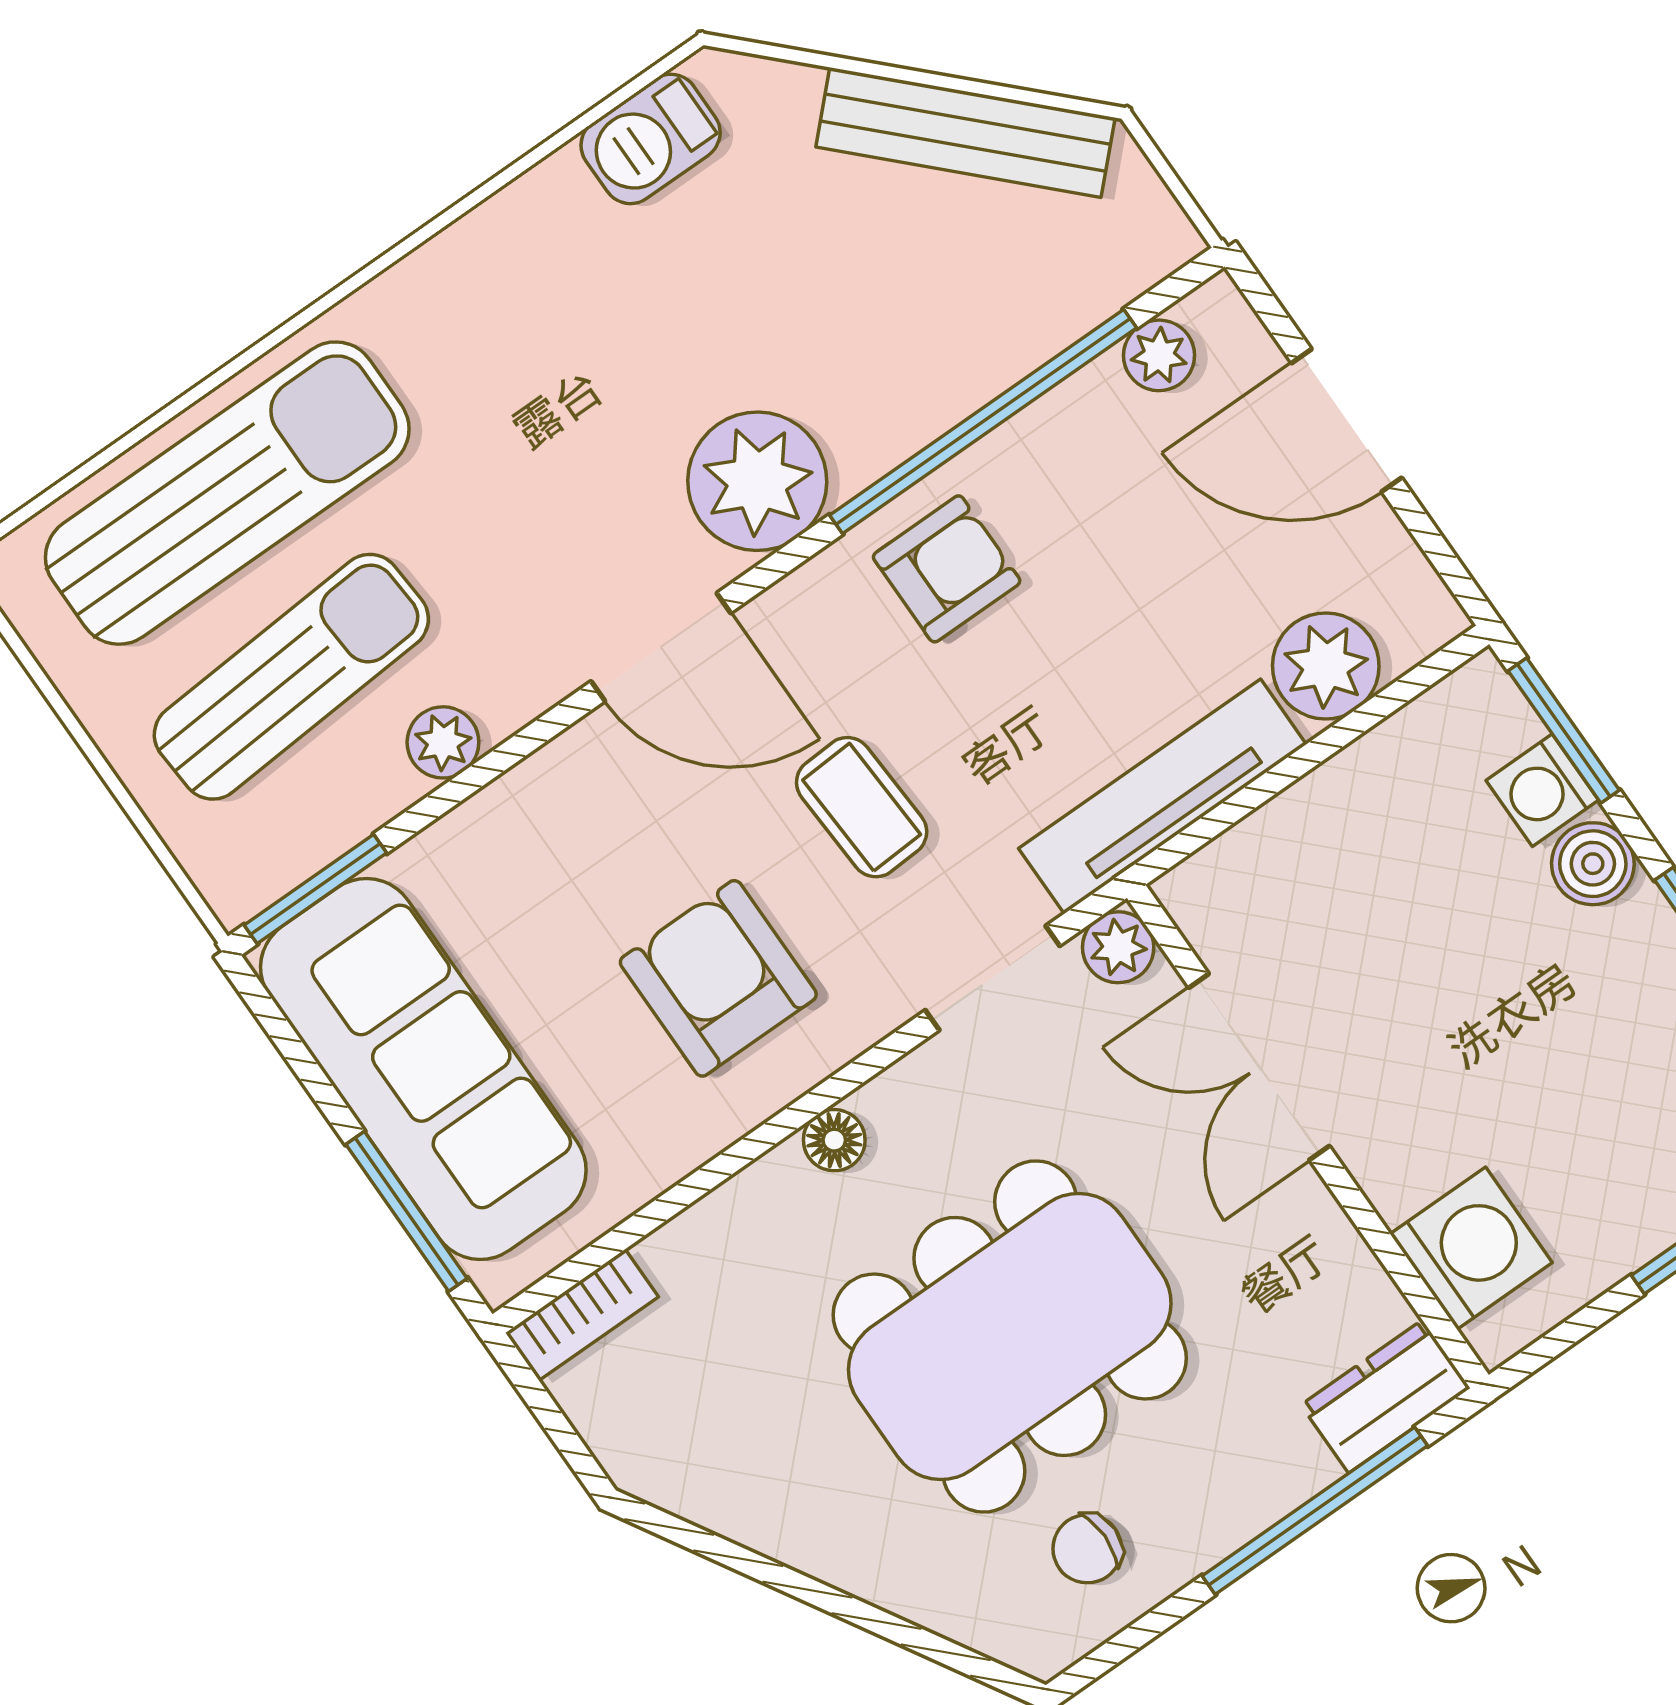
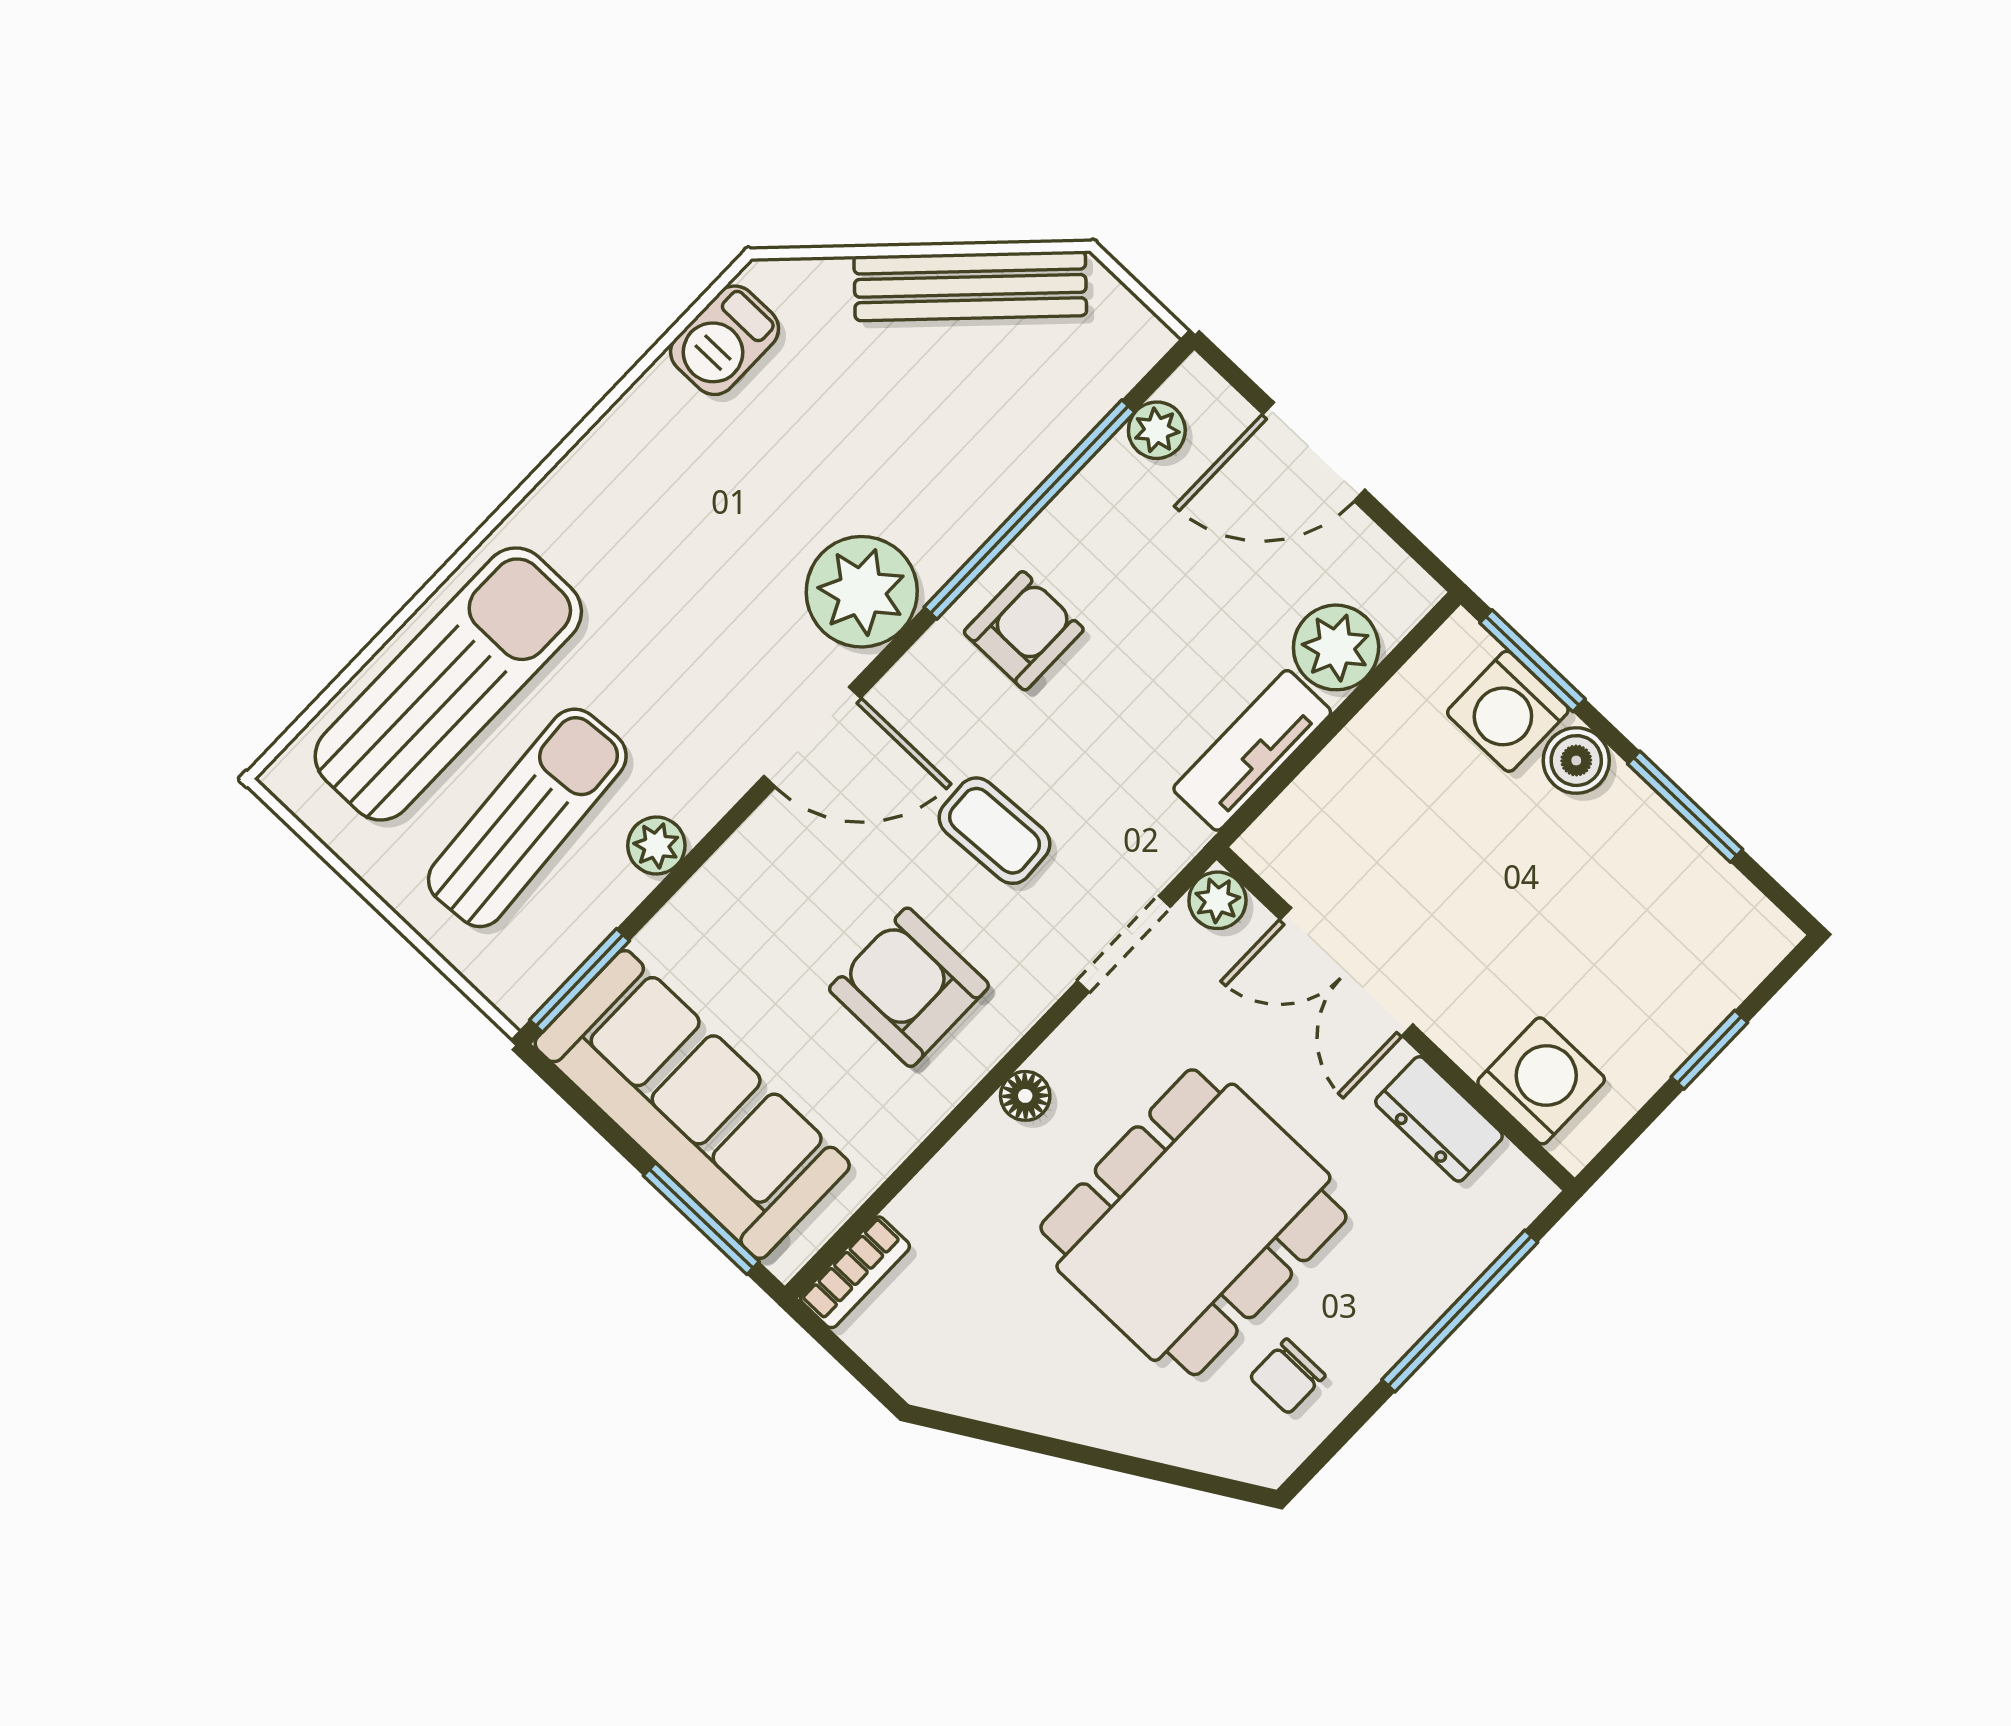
washing machine: (1542, 790) -> (1508, 711), width x1.38, depth x1.38
tv unit: (1162, 796) -> (1252, 750), width x0.71
dresser: (1385, 1397) -> (1439, 1119), moved, turned -90

